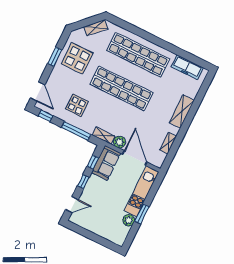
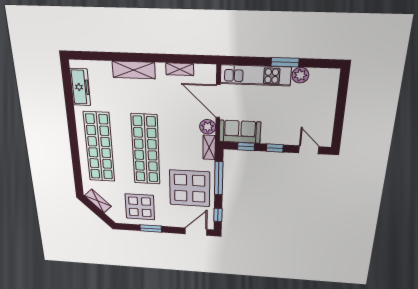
display table: (77, 105) -> (190, 188), width x1.86, depth x1.86
door: (135, 158) -> (218, 101), hinge flipped

